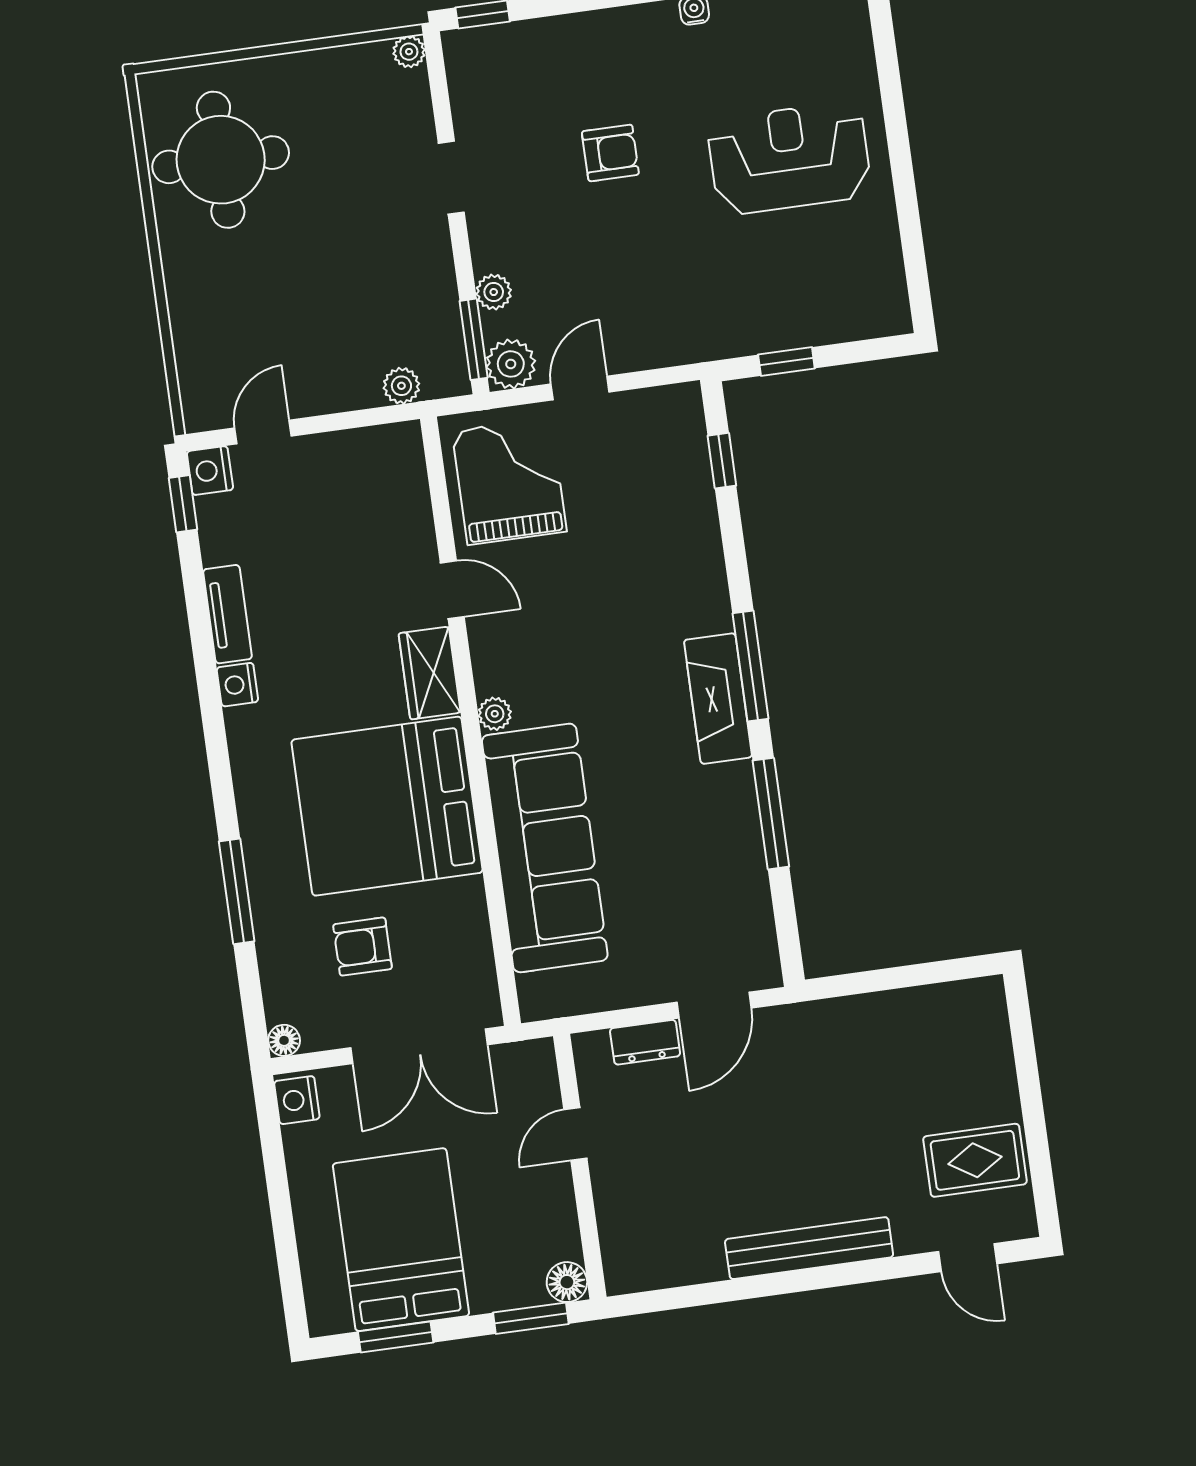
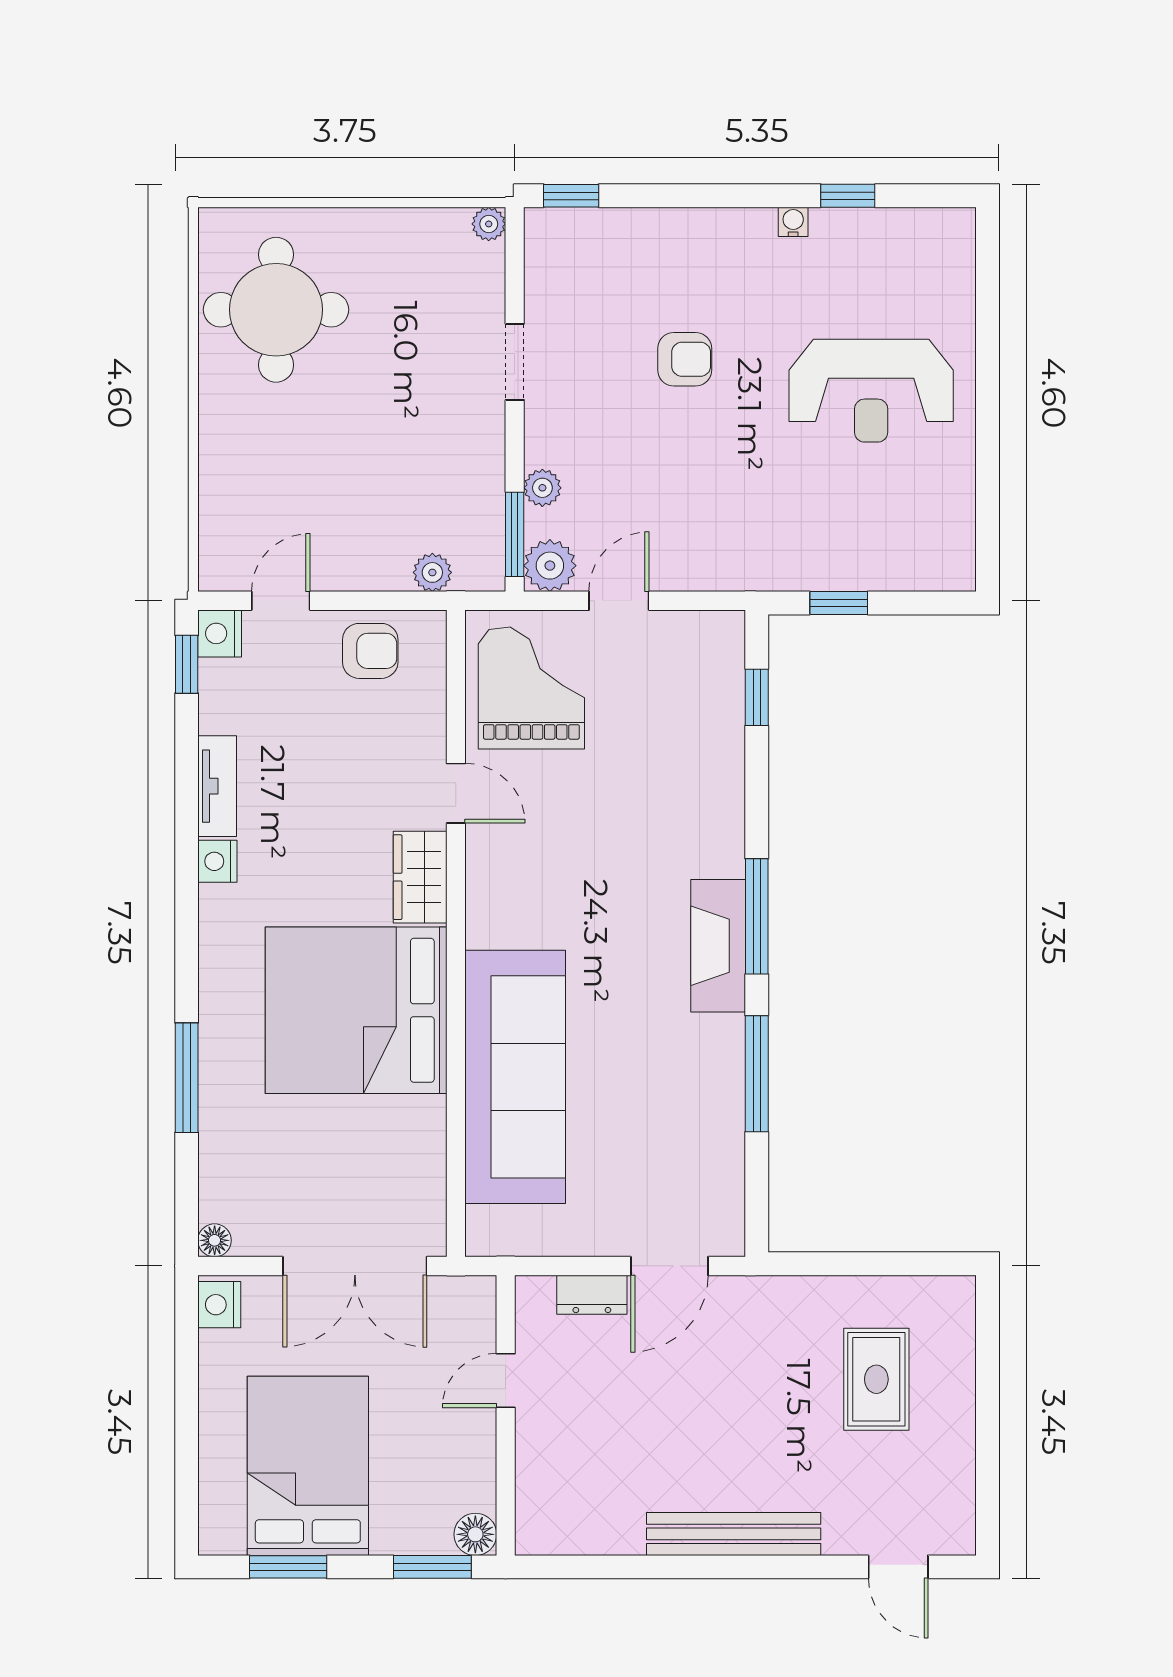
reception desk: (789, 158) -> (871, 391), turned 180
plant: (495, 714) -> (482, 929), removed
armchair: (363, 947) -> (370, 651), moved, turned 180
rug: (975, 1160) -> (876, 1379), moved, turned 90

